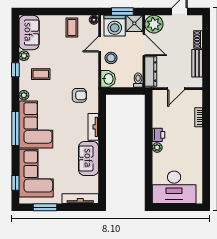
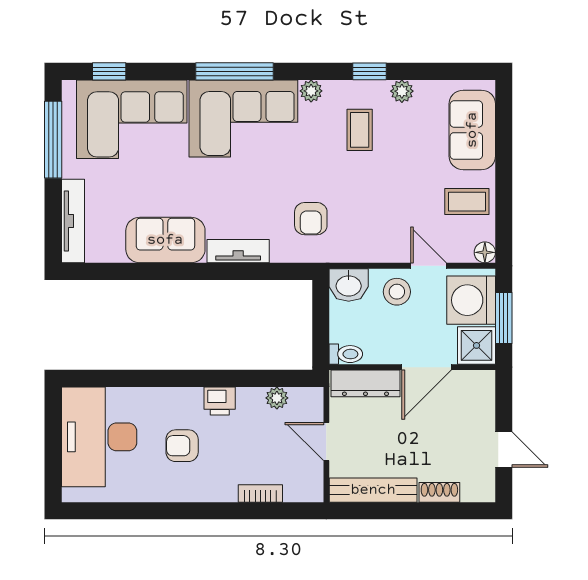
plant: (154, 24) -> (475, 391), removed
sofa: (29, 32) -> (472, 130), moved, turned 90
bench: (197, 63) -> (373, 490), width x1.36
plant: (157, 147) -> (277, 398), moved
armchair: (178, 151) -> (182, 446), added
window: (45, 207) -> (53, 140), width x1.44

